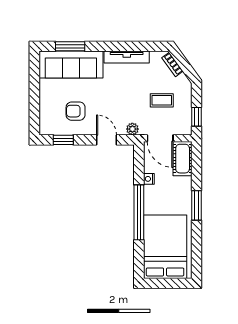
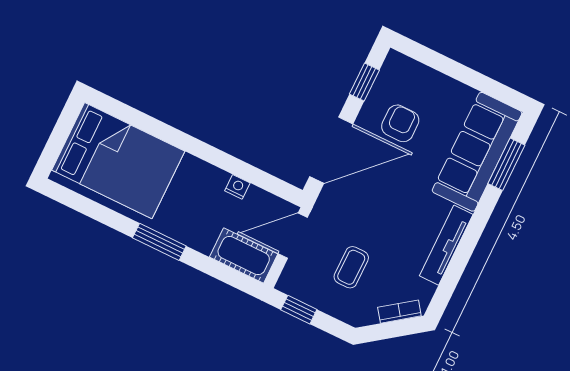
plant: (132, 129) -> (329, 199), removed
door: (107, 140) -> (331, 150), width x1.87
window: (139, 212) -> (192, 146), removed

